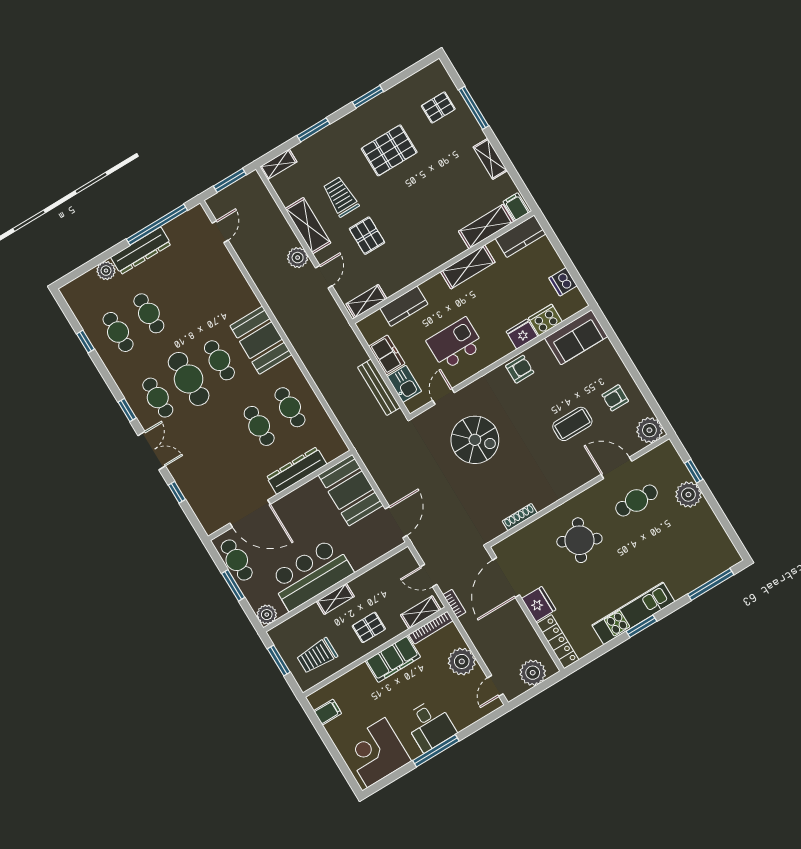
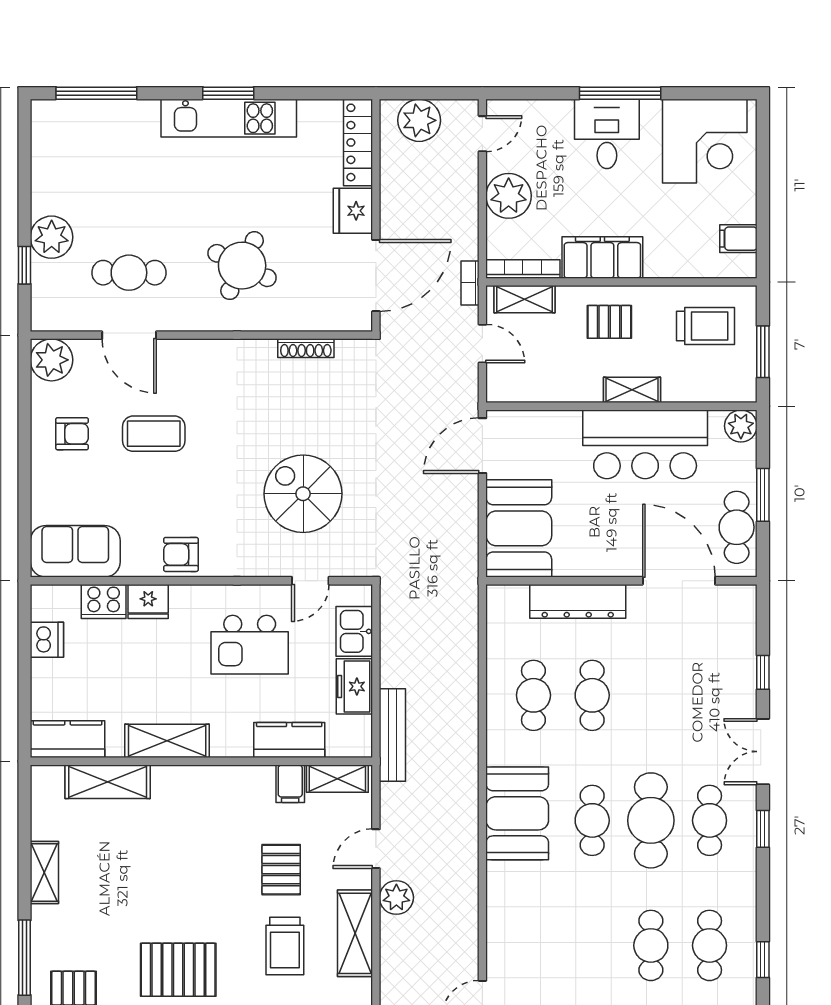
filing cabinet: (516, 207) -> (290, 784), moved
bench: (379, 387) -> (392, 735), moved

